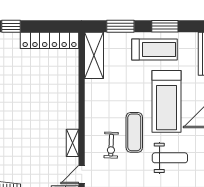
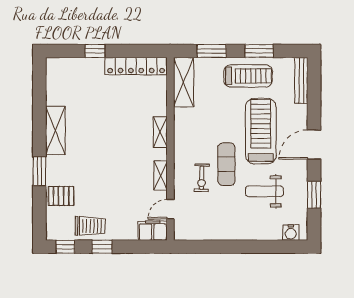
treadmill: (167, 101) -> (261, 131), turned 180
shelving: (72, 102) -> (160, 132), added
weight bench: (170, 158) -> (264, 191), turned 180

